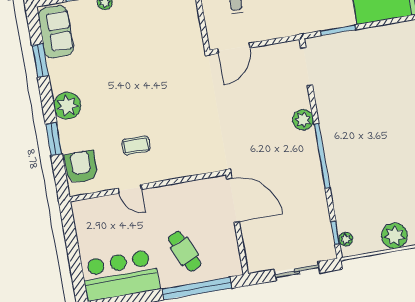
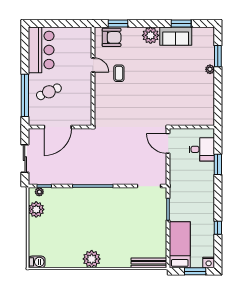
sofa: (56, 32) -> (176, 36), moved
plant: (303, 120) -> (117, 178), removed
window: (54, 139) -> (118, 24), moved
door: (130, 189) -> (93, 65), swing flipped
door: (233, 200) -> (58, 127), moved
plant: (394, 236) -> (36, 209), moved

